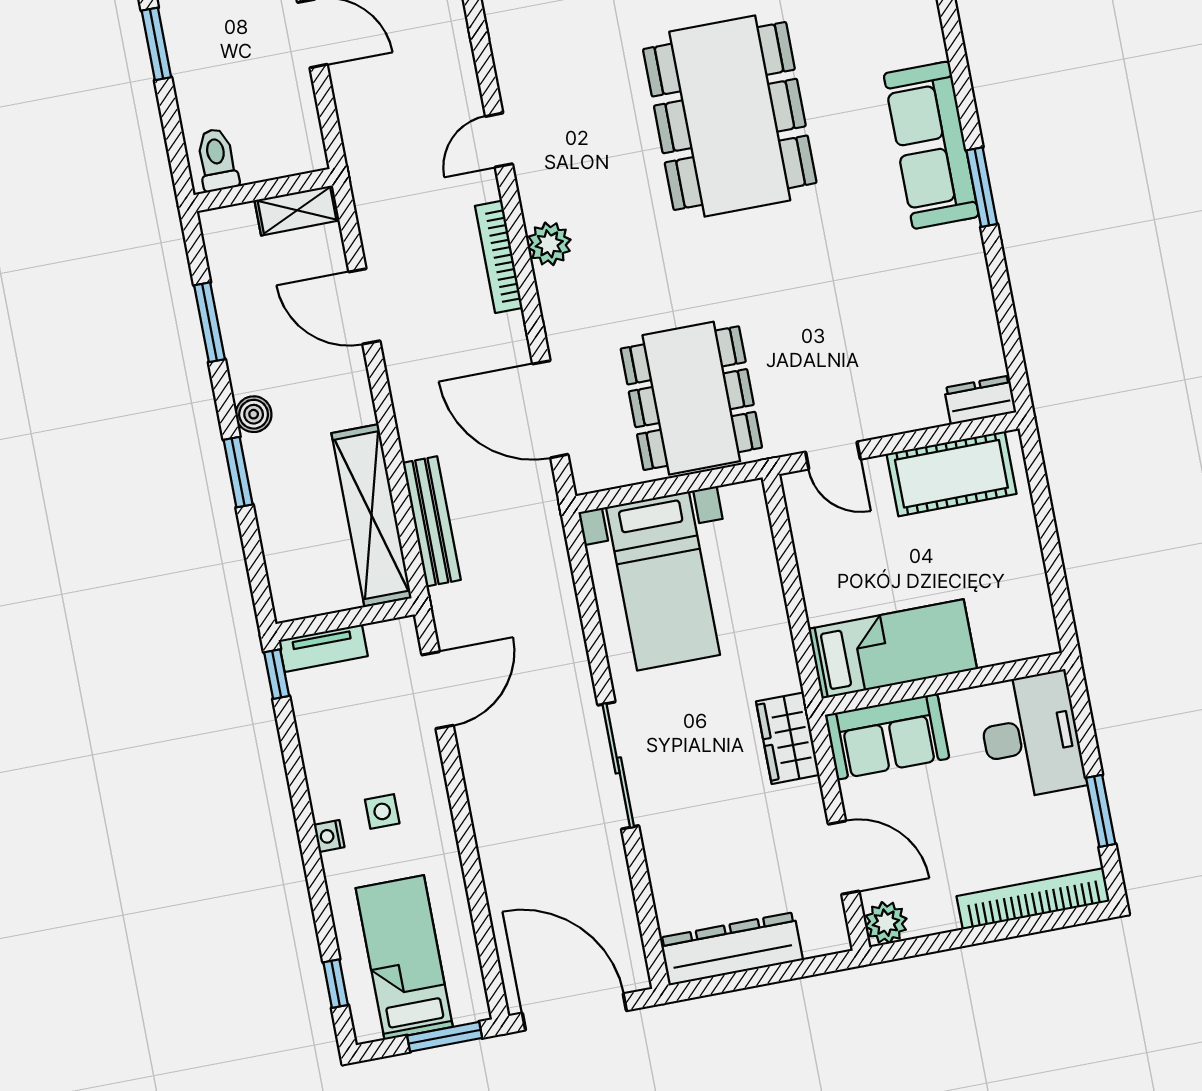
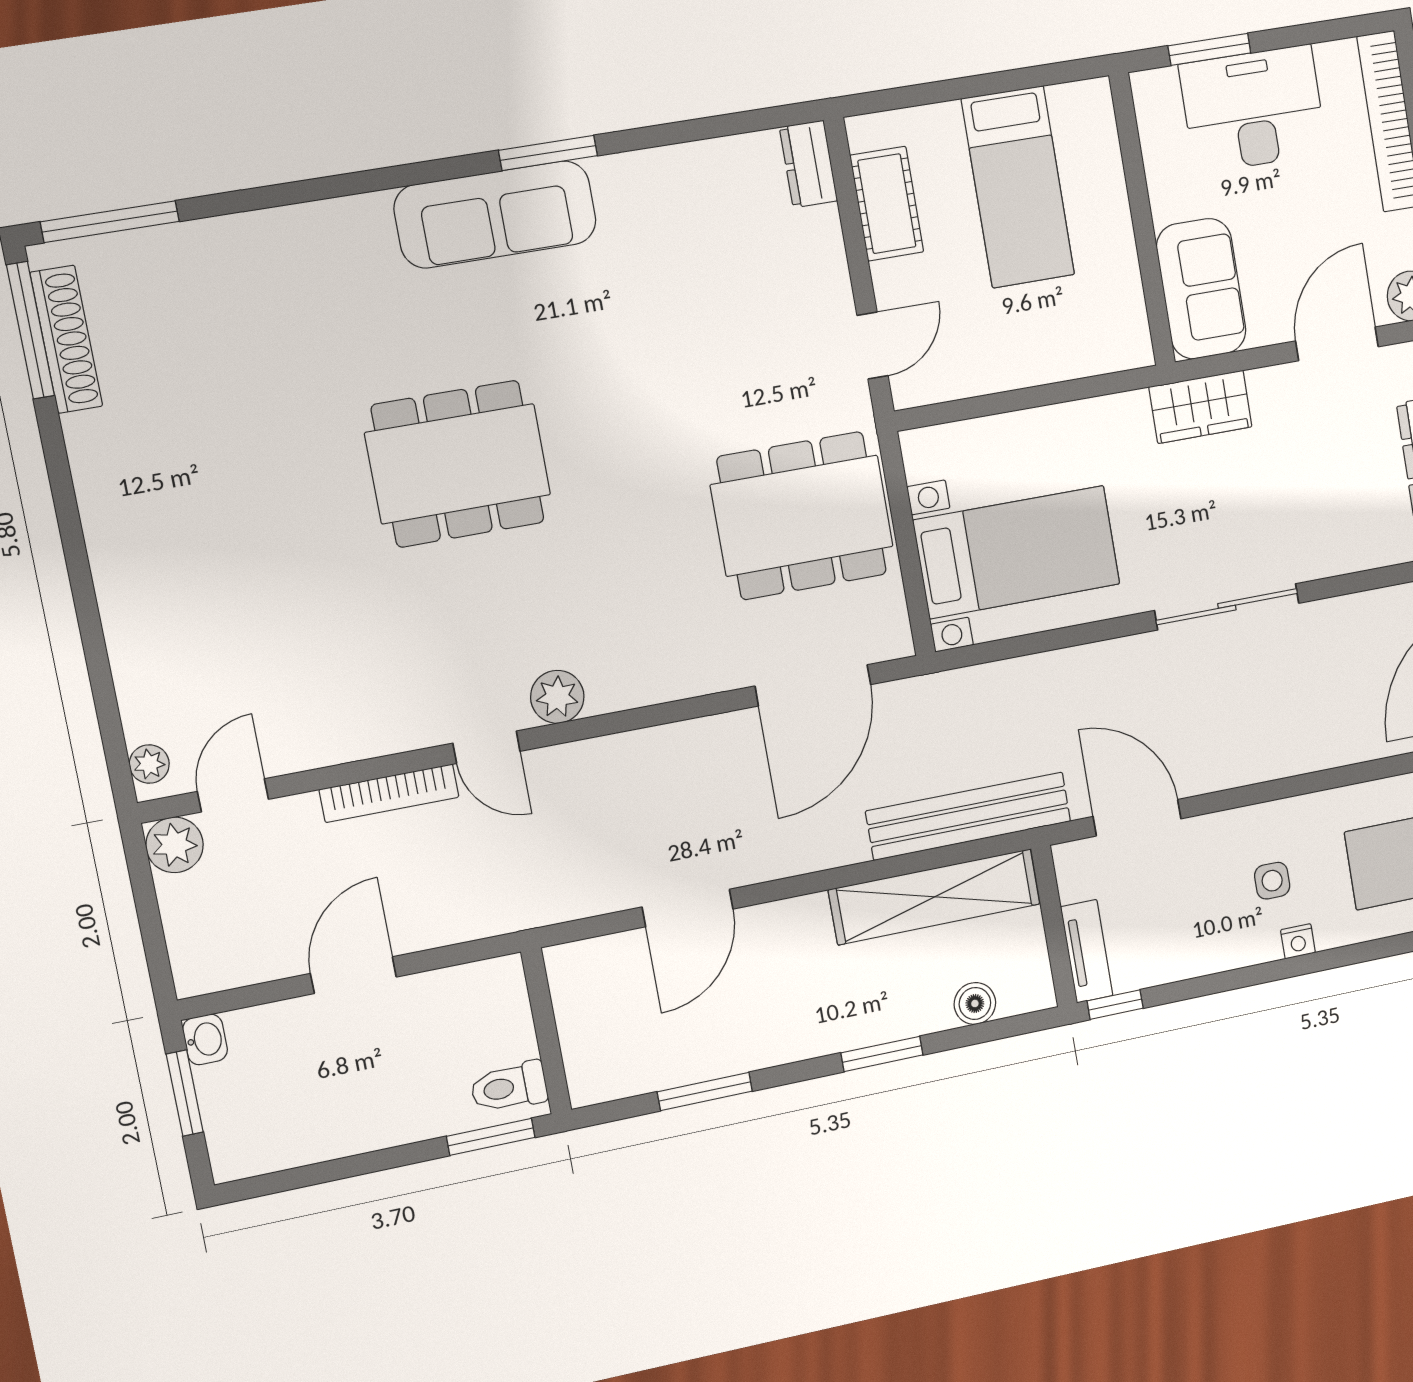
window: (156, 44) -> (491, 1137), moved
dining table: (730, 116) -> (458, 464), width x0.73, depth x0.80
shelving: (297, 210) -> (571, 990), removed
plant: (549, 244) -> (557, 697), moved
bookcase: (499, 257) -> (389, 793), moved
boiler: (254, 414) -> (975, 1003), moved
cot: (951, 474) -> (887, 204), width x0.73, depth x0.75
bench: (432, 521) -> (968, 816), width x1.37, depth x1.21
bed: (893, 649) -> (1018, 187), moved, turned 180
desk: (1031, 736) -> (1253, 109), moved
window: (1101, 811) -> (1209, 49), moved

